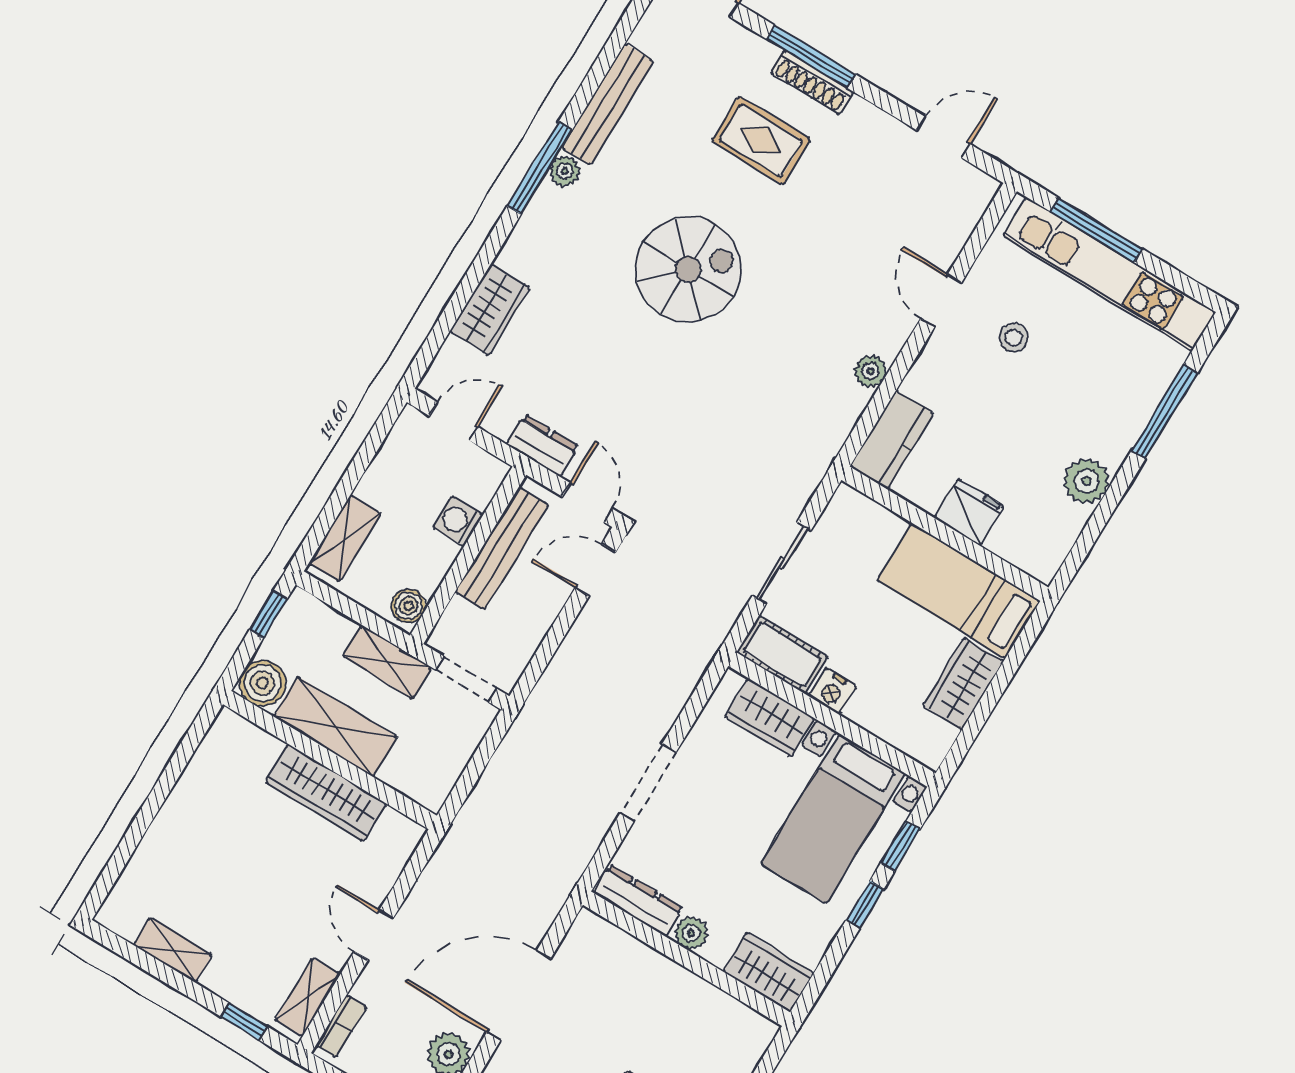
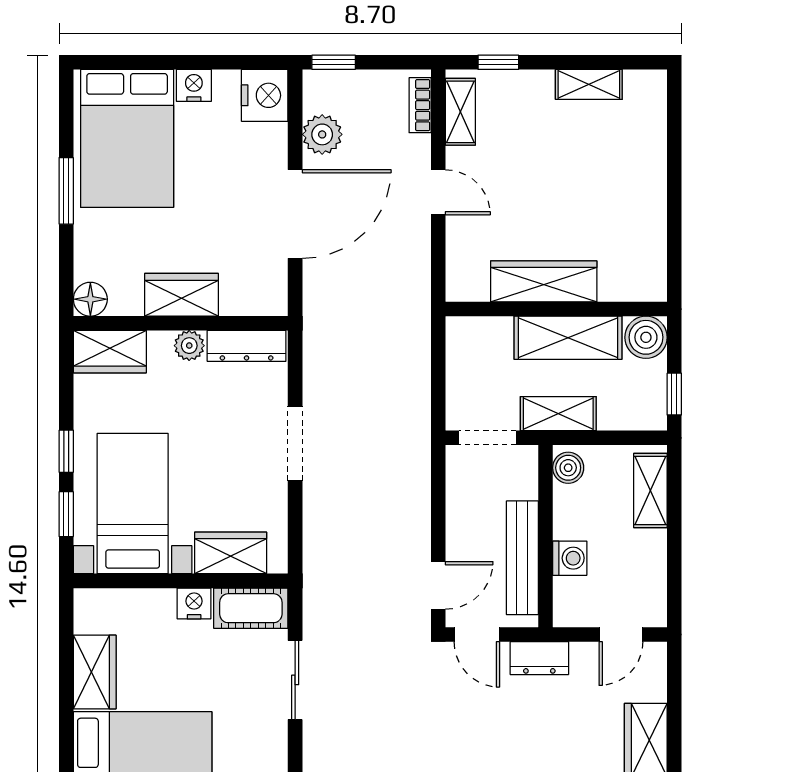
wardrobe: (670, 985) -> (181, 295), added
floor lamp: (757, 1032) -> (90, 299), added

